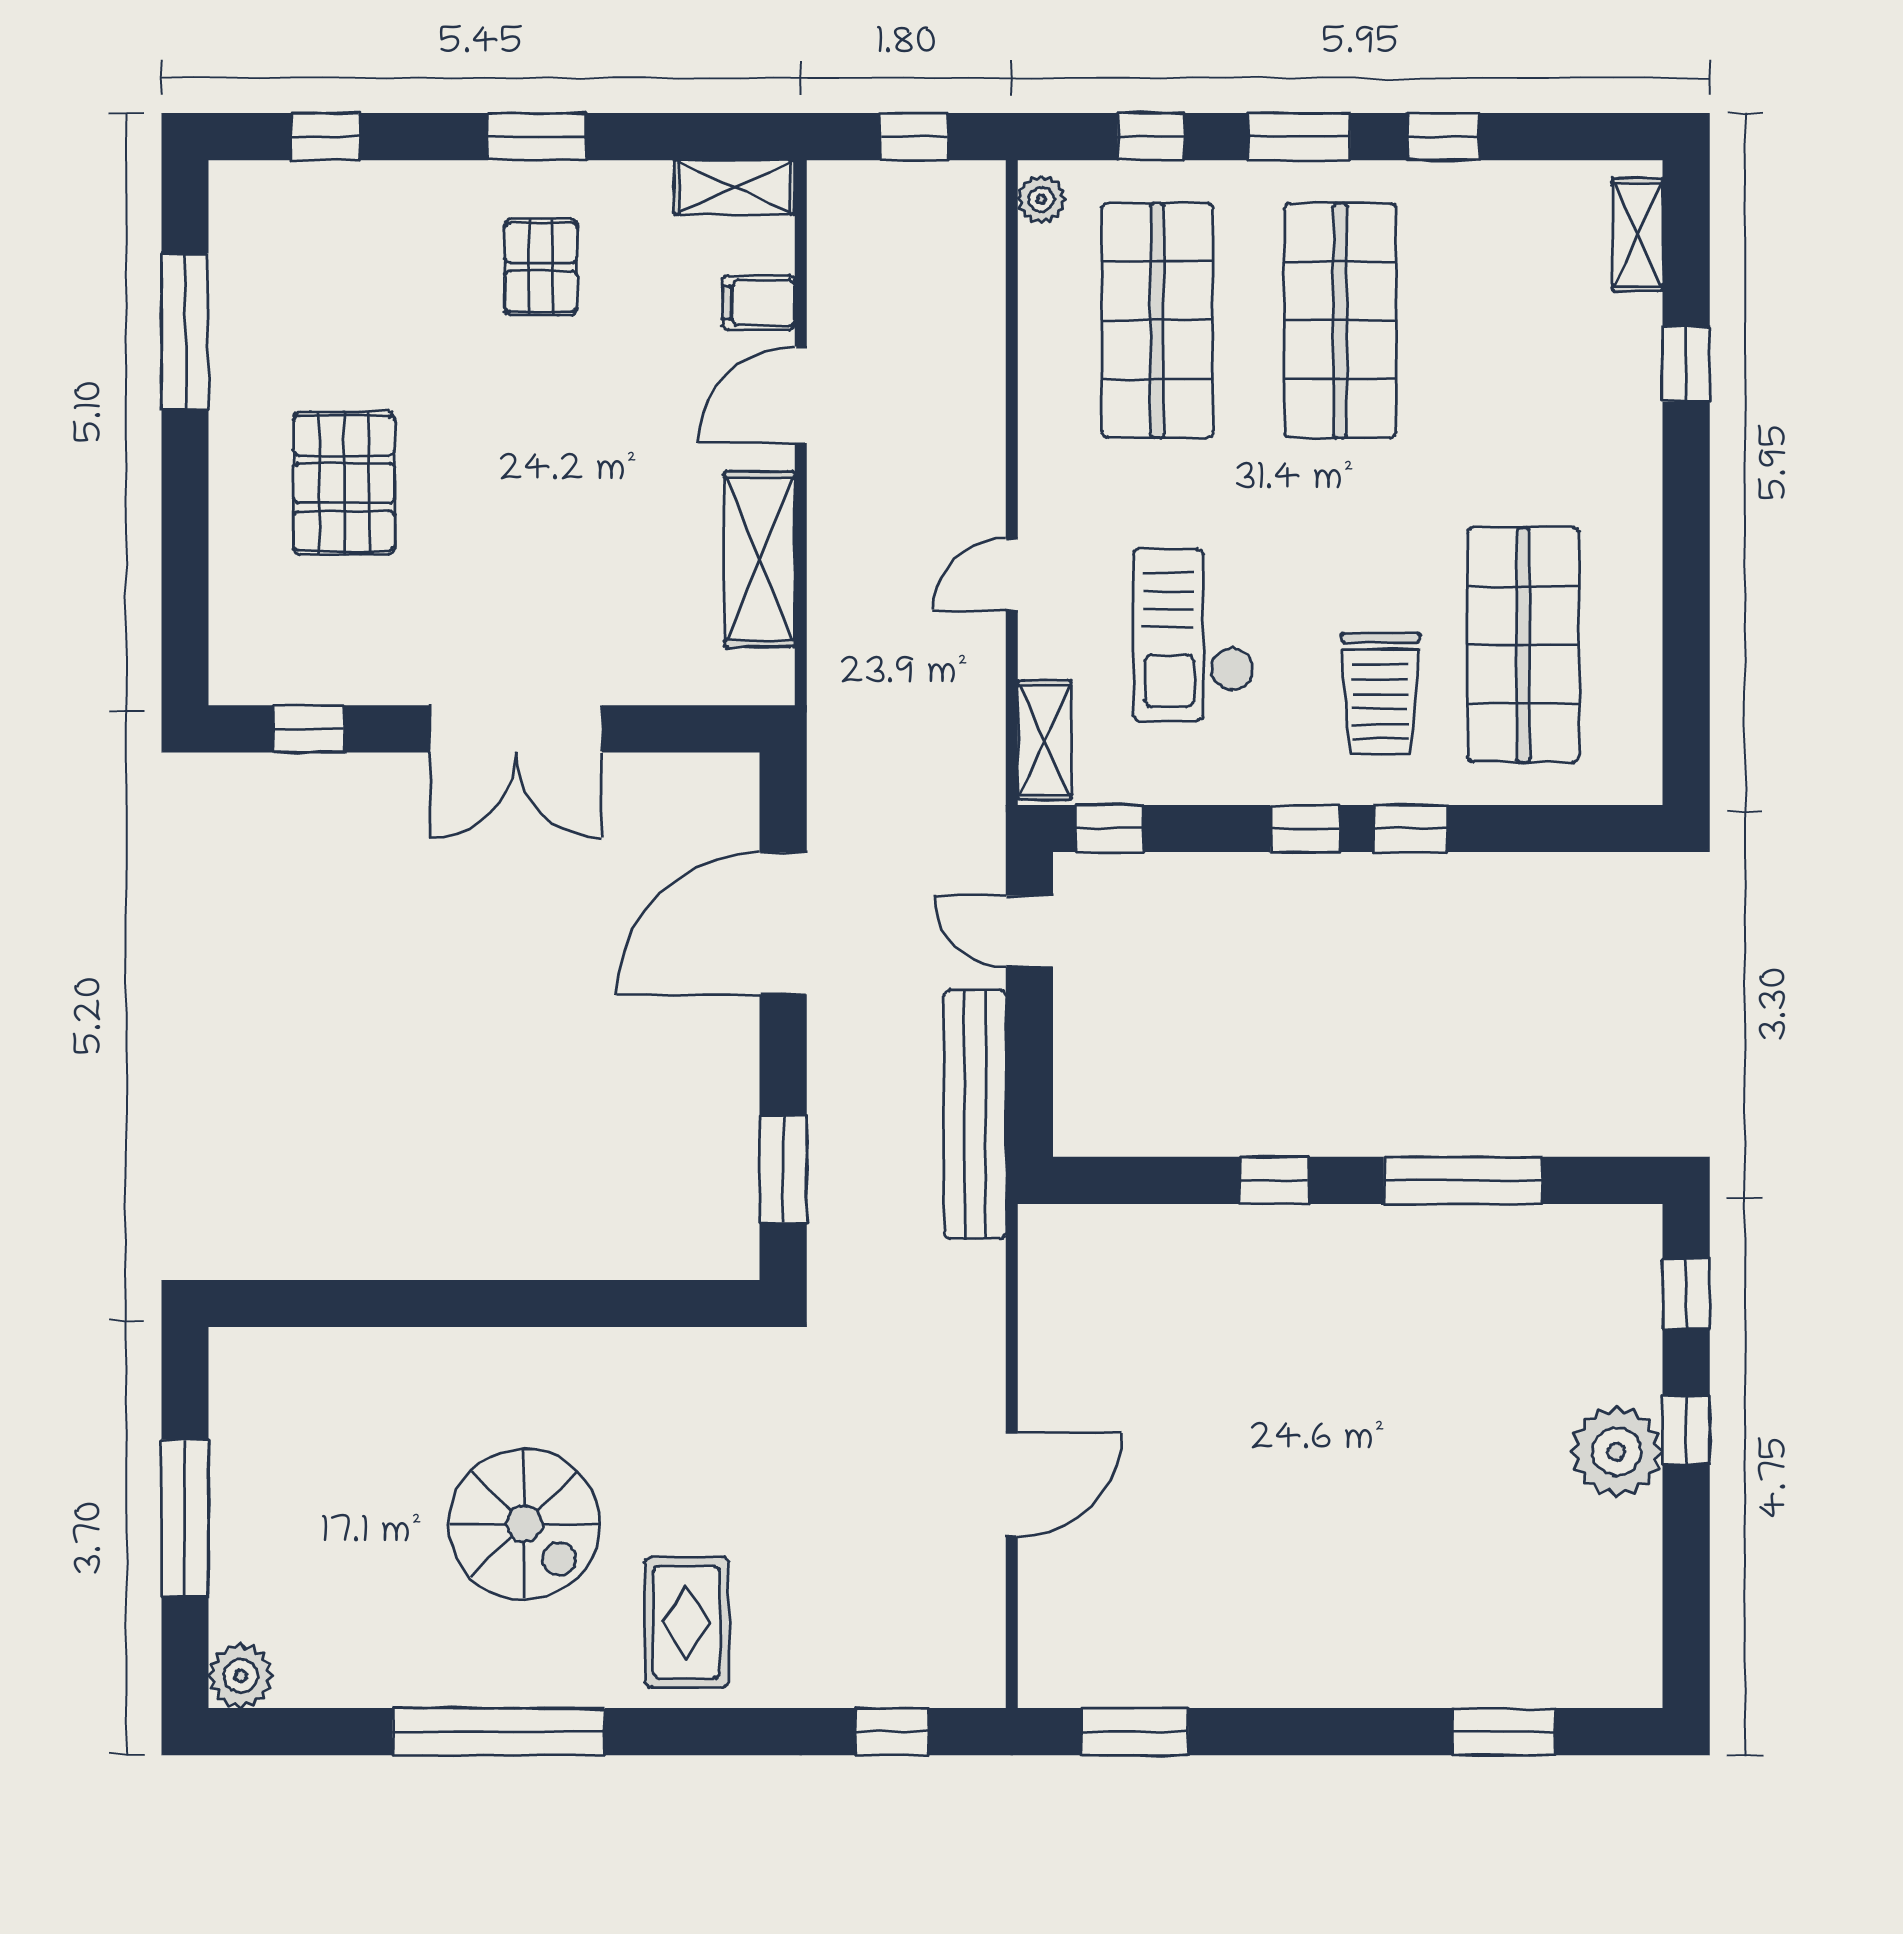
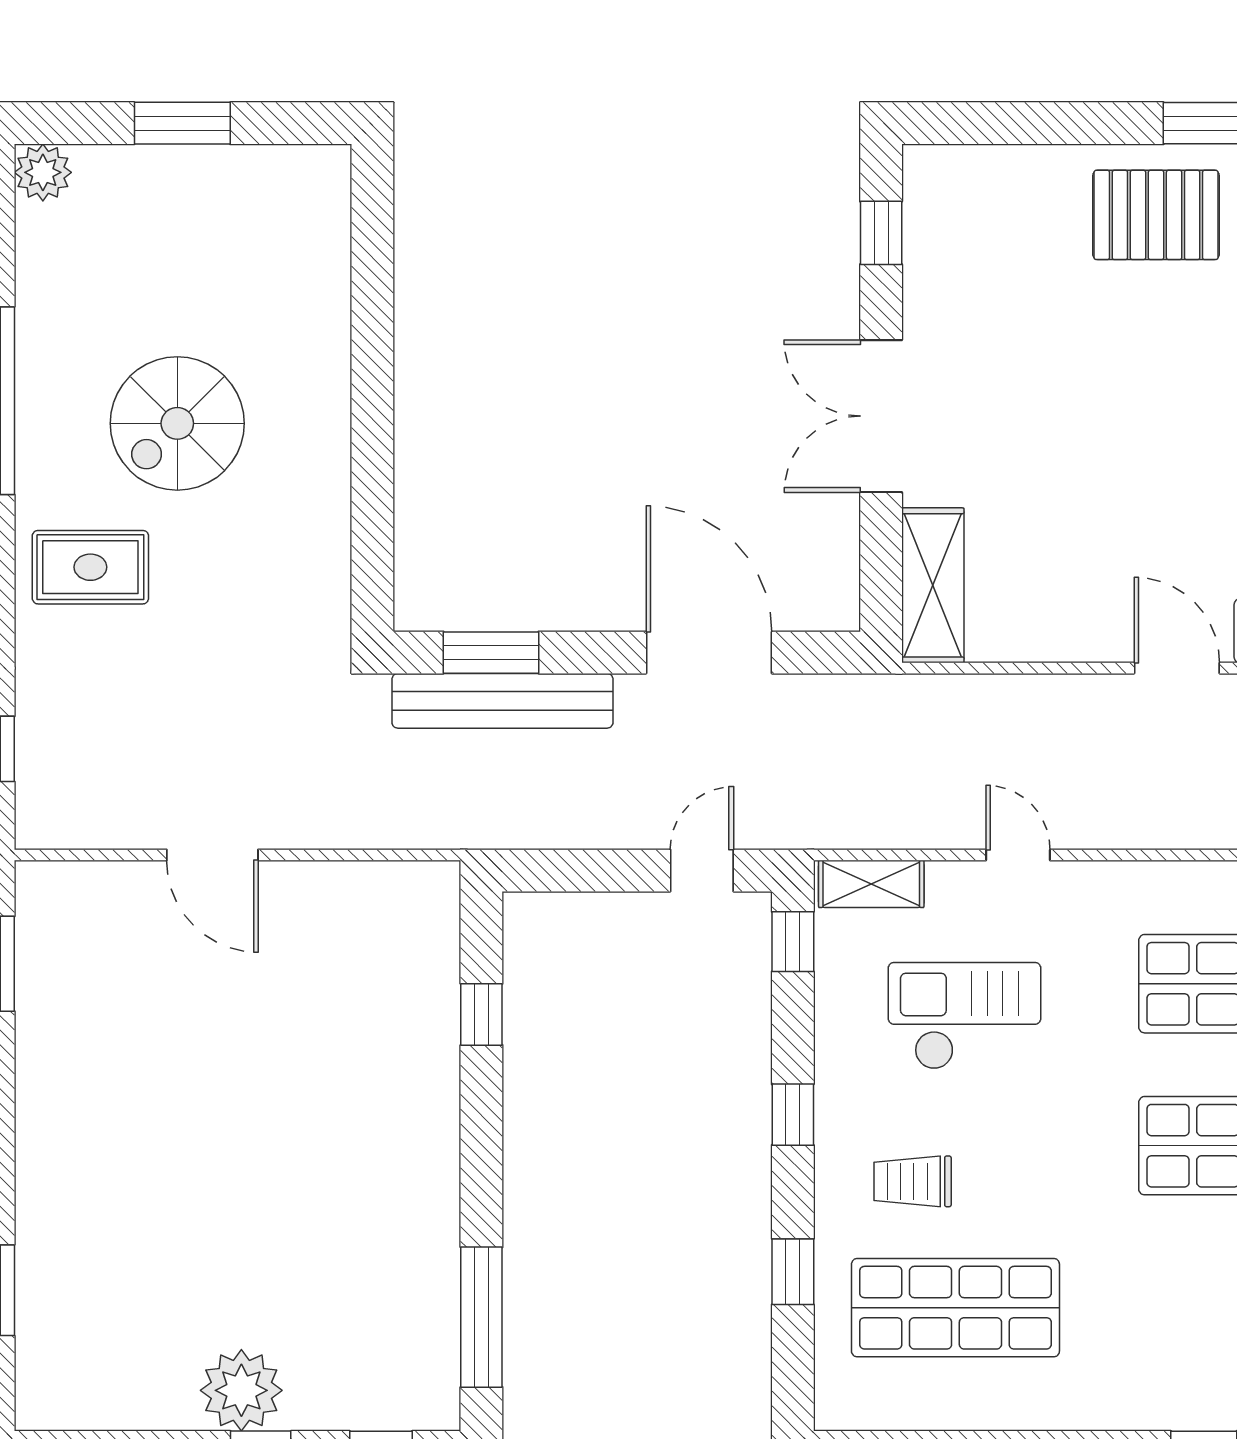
pallet: (344, 483) -> (1156, 215), moved
shelving: (760, 559) -> (933, 585), moved, turned 90
trolley: (1380, 693) -> (913, 1181), width x0.73, depth x0.72
window: (1410, 829) -> (793, 1272), moved
bench: (975, 1114) -> (502, 701), moved
window: (1275, 1180) -> (481, 1014), moved
window: (1463, 1180) -> (481, 1317), moved
window: (185, 1518) -> (182, 123), width x0.69

